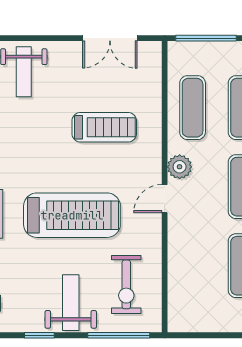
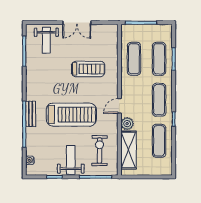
double door: (110, 38) -> (77, 23), moved
plant: (180, 167) -> (127, 124), moved
shelving: (182, 283) -> (128, 150), added
exercise bike: (126, 284) -> (100, 151), turned 180

